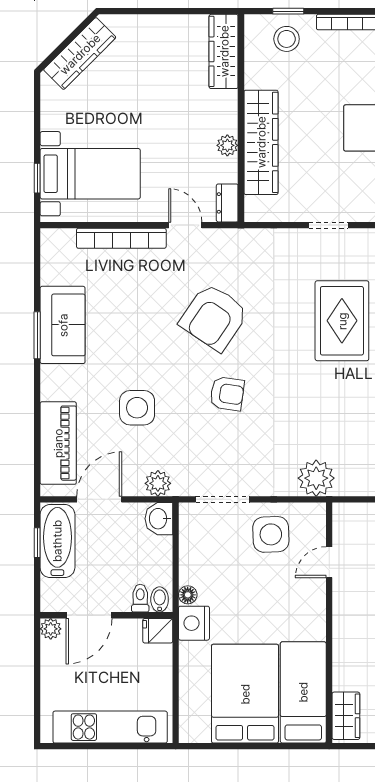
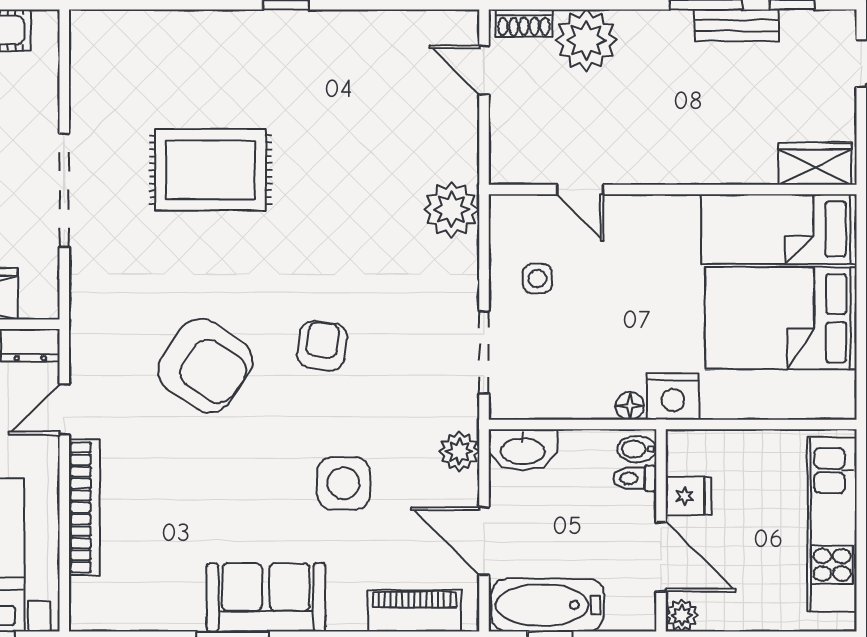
doorway: (329, 225) -> (64, 190), width x1.88
sofa: (63, 325) -> (266, 597), moved
piano: (58, 443) -> (415, 611), width x0.73, depth x0.75
washbasin: (159, 519) -> (523, 450), width x1.38
side table: (271, 534) -> (537, 279), width x0.54, depth x0.54
fridge: (158, 631) -> (688, 496), moved, turned -90

